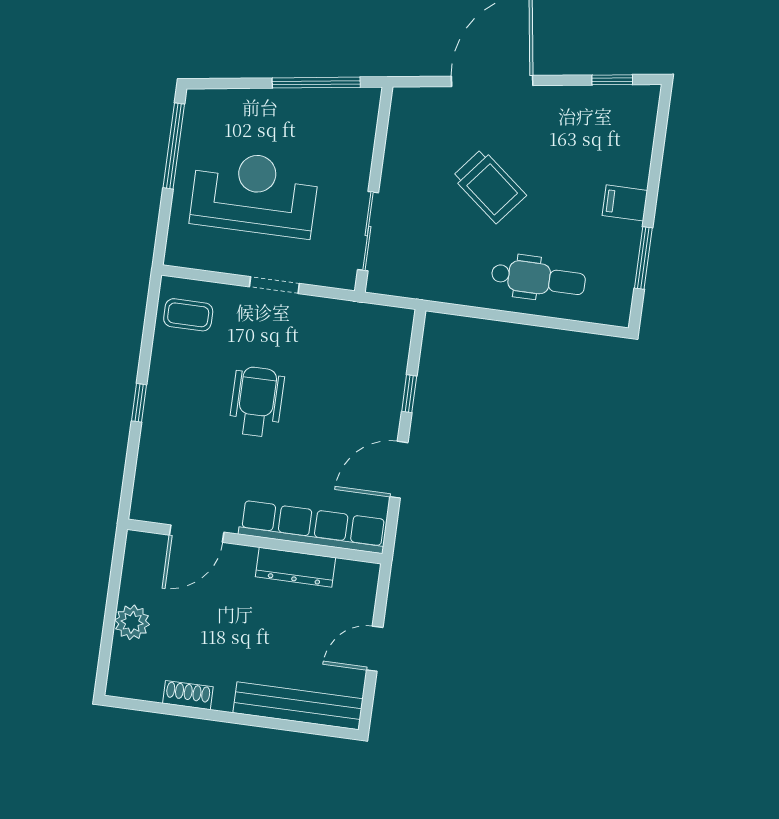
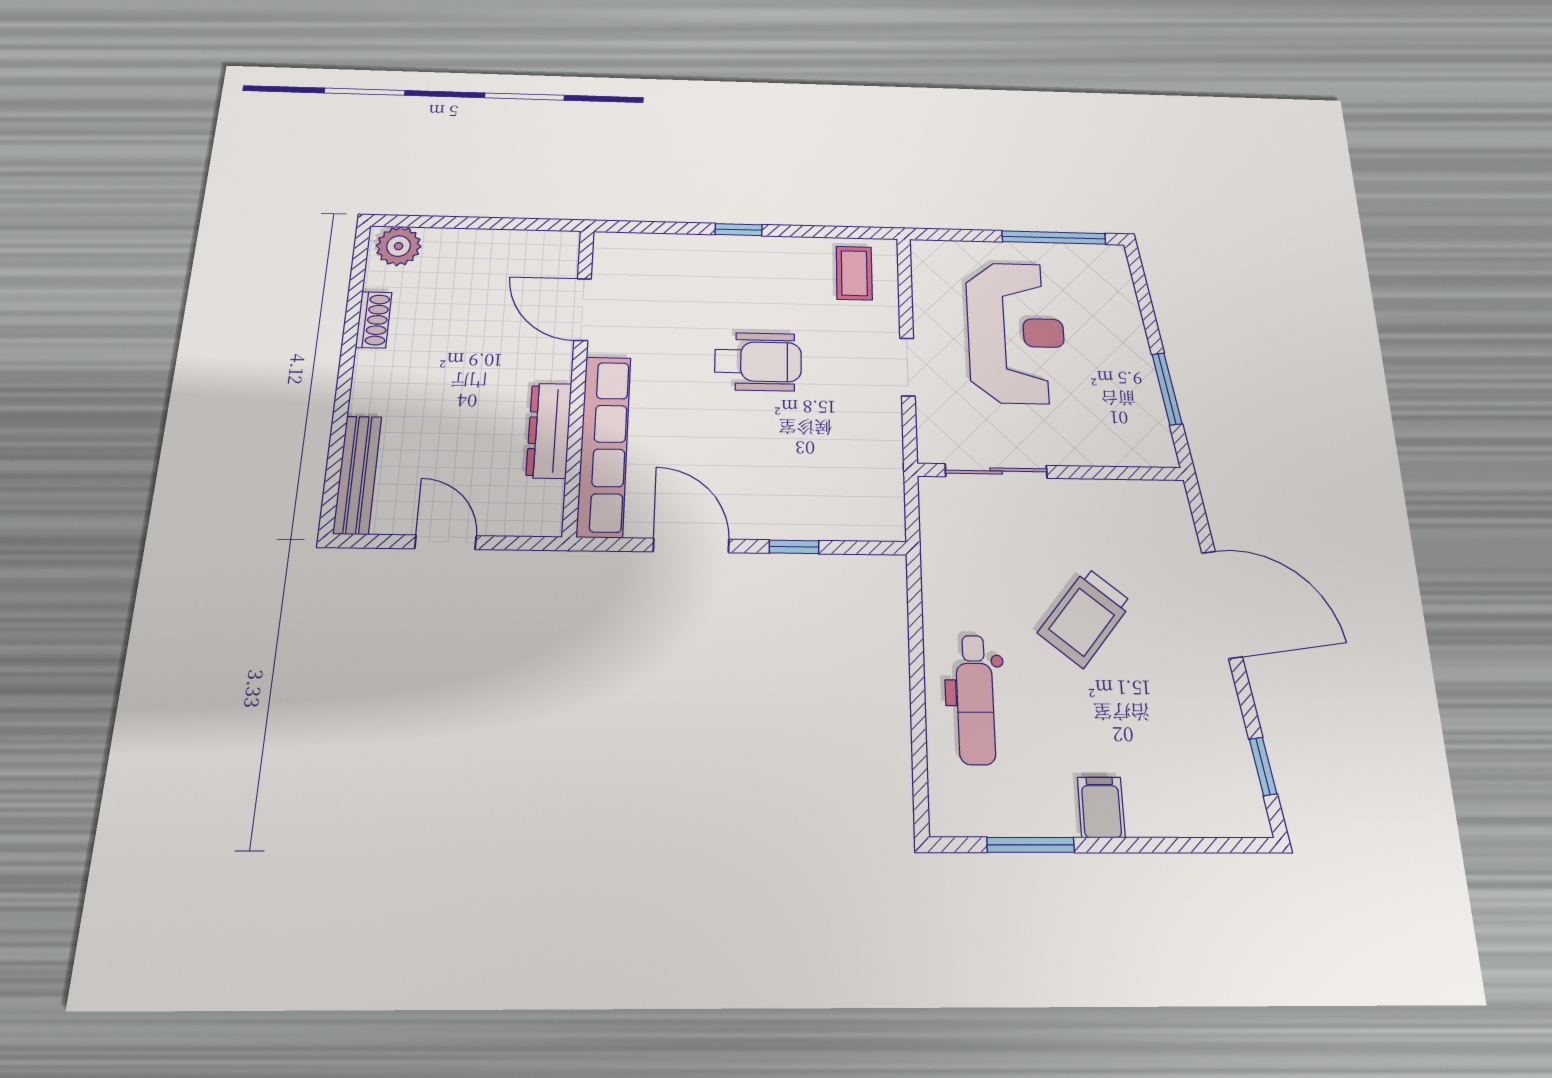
window: (316, 83) -> (1167, 389), width x0.69
plant: (132, 622) -> (399, 246), moved
bench: (298, 706) -> (357, 475), width x0.73, depth x0.82

